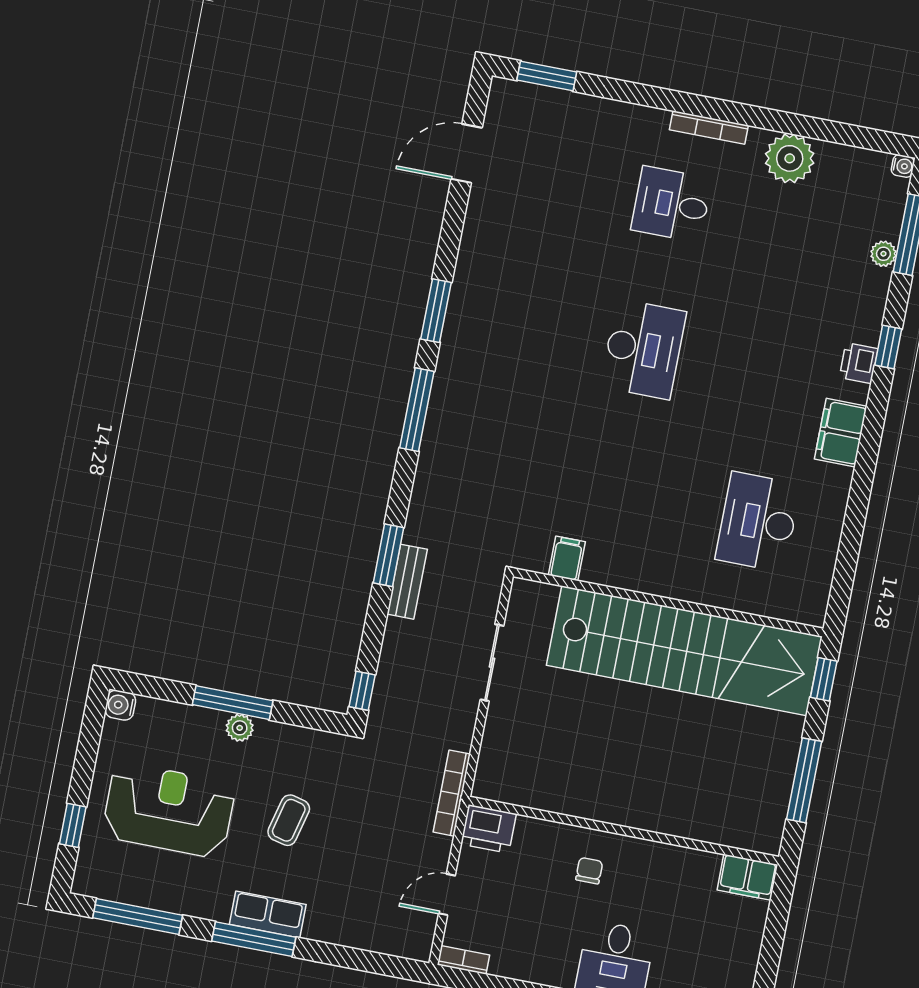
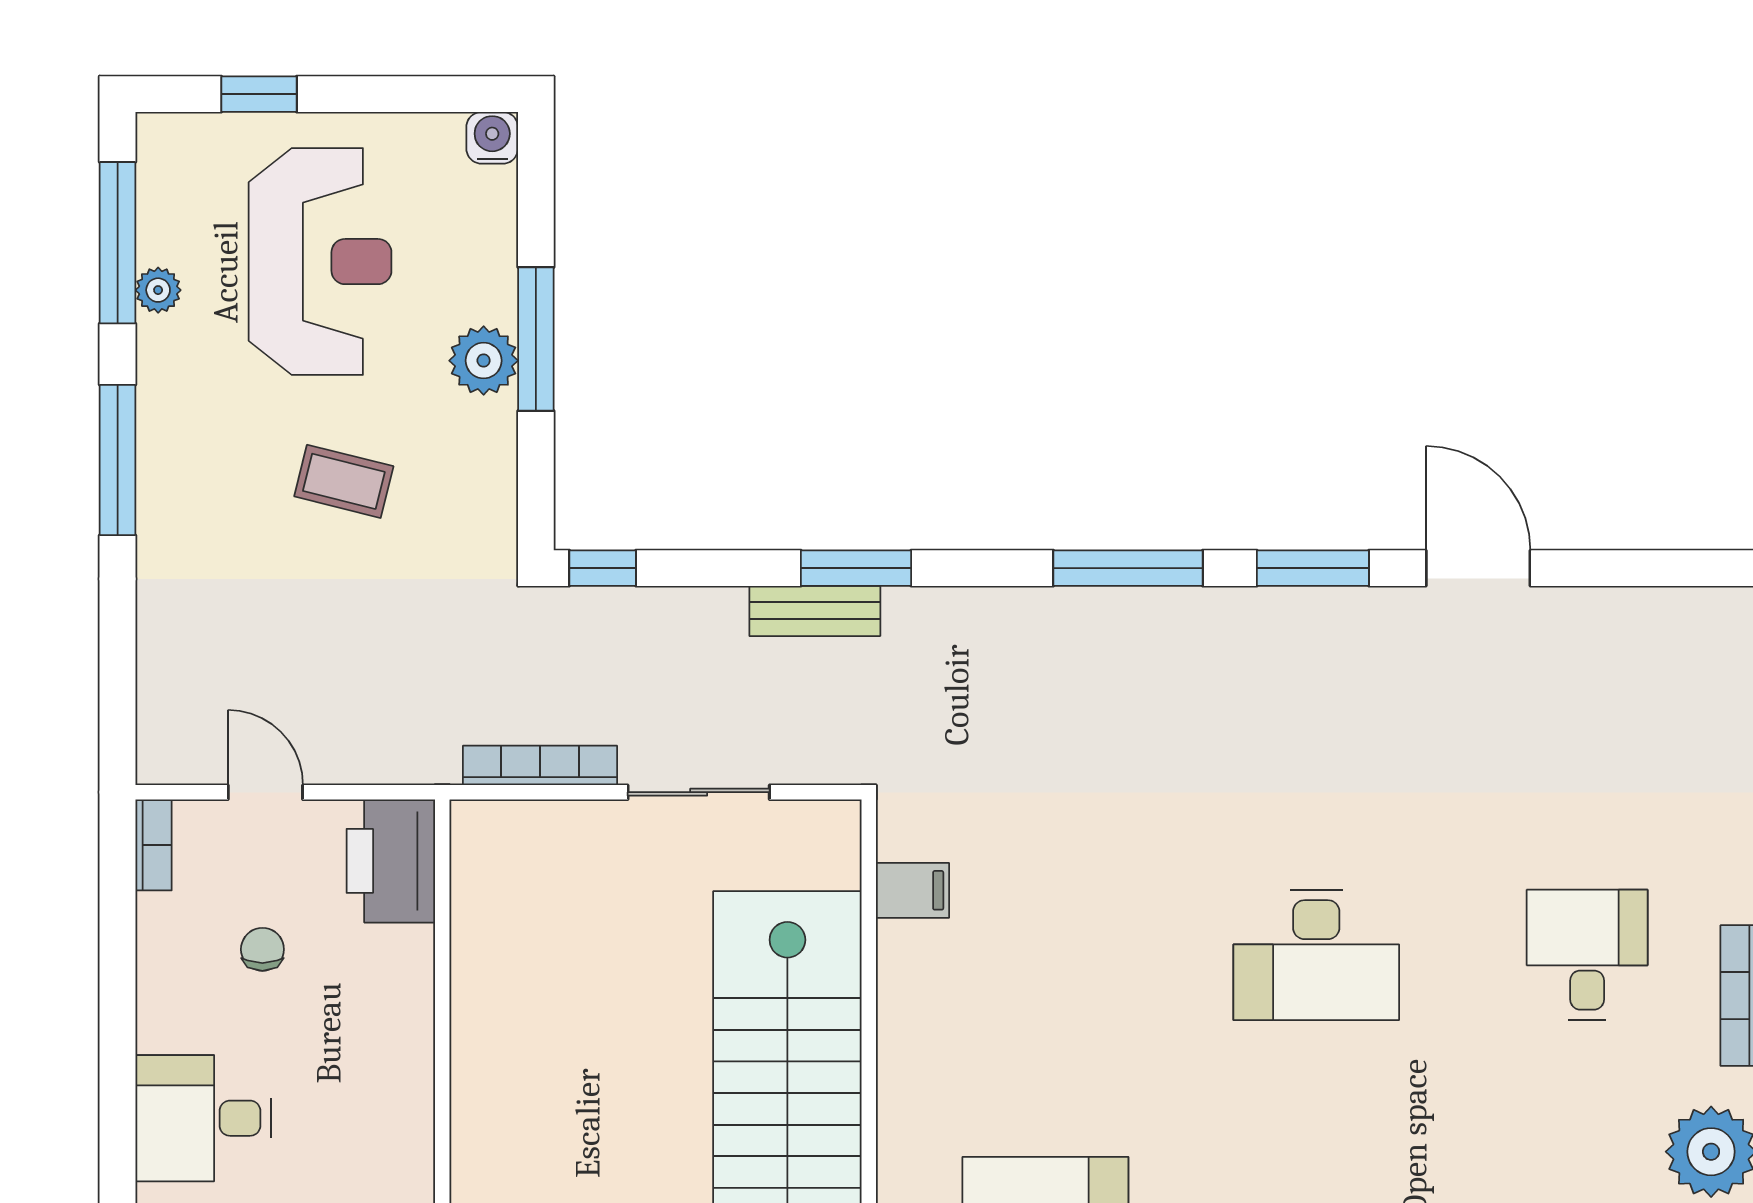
door: (467, 153) -> (1478, 568), moved
plant: (240, 728) -> (484, 361), width x1.38, depth x1.38
bookcase: (452, 793) -> (540, 765), moved
printer: (489, 829) -> (391, 861), width x1.37, depth x1.19
chair: (589, 871) -> (262, 949), moved, turned -90
plant: (167, 900) -> (158, 290), added
row of seats: (268, 914) -> (167, 477), removed

